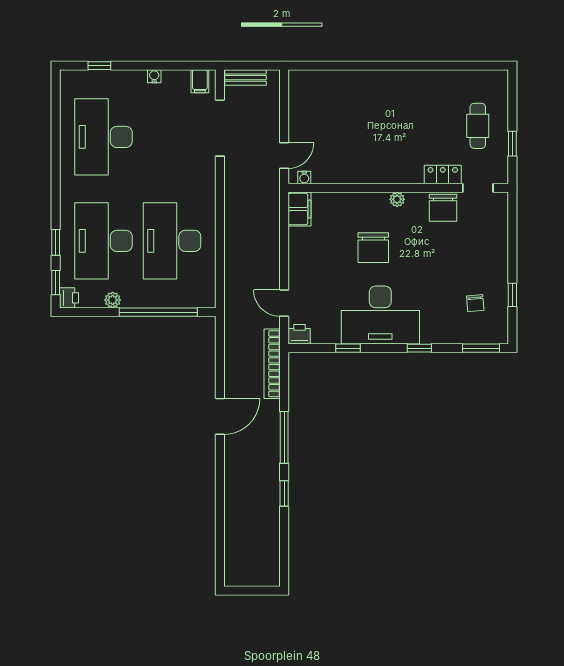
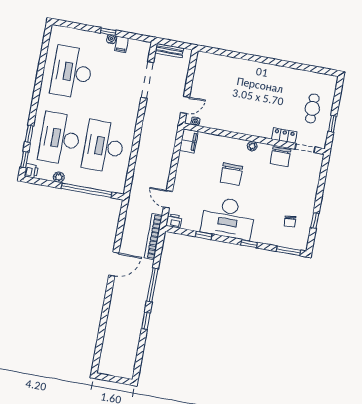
window: (99, 66) -> (108, 32), moved
filing cabinet: (200, 81) -> (122, 44), moved

